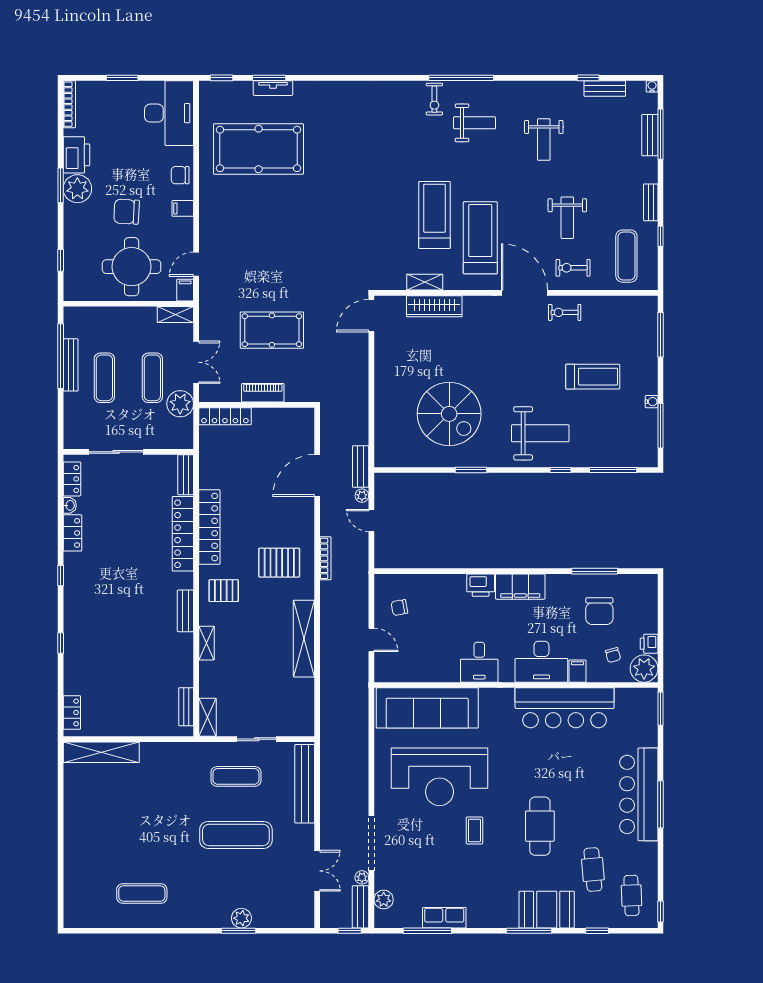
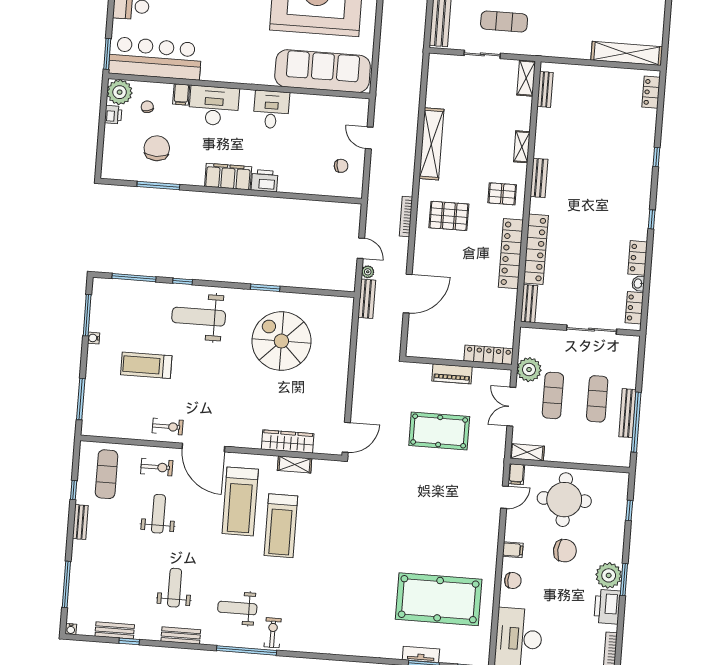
bench: (650, 135) -> (181, 636), moved, turned 90
bar counter: (565, 708) -> (155, 58), moved

